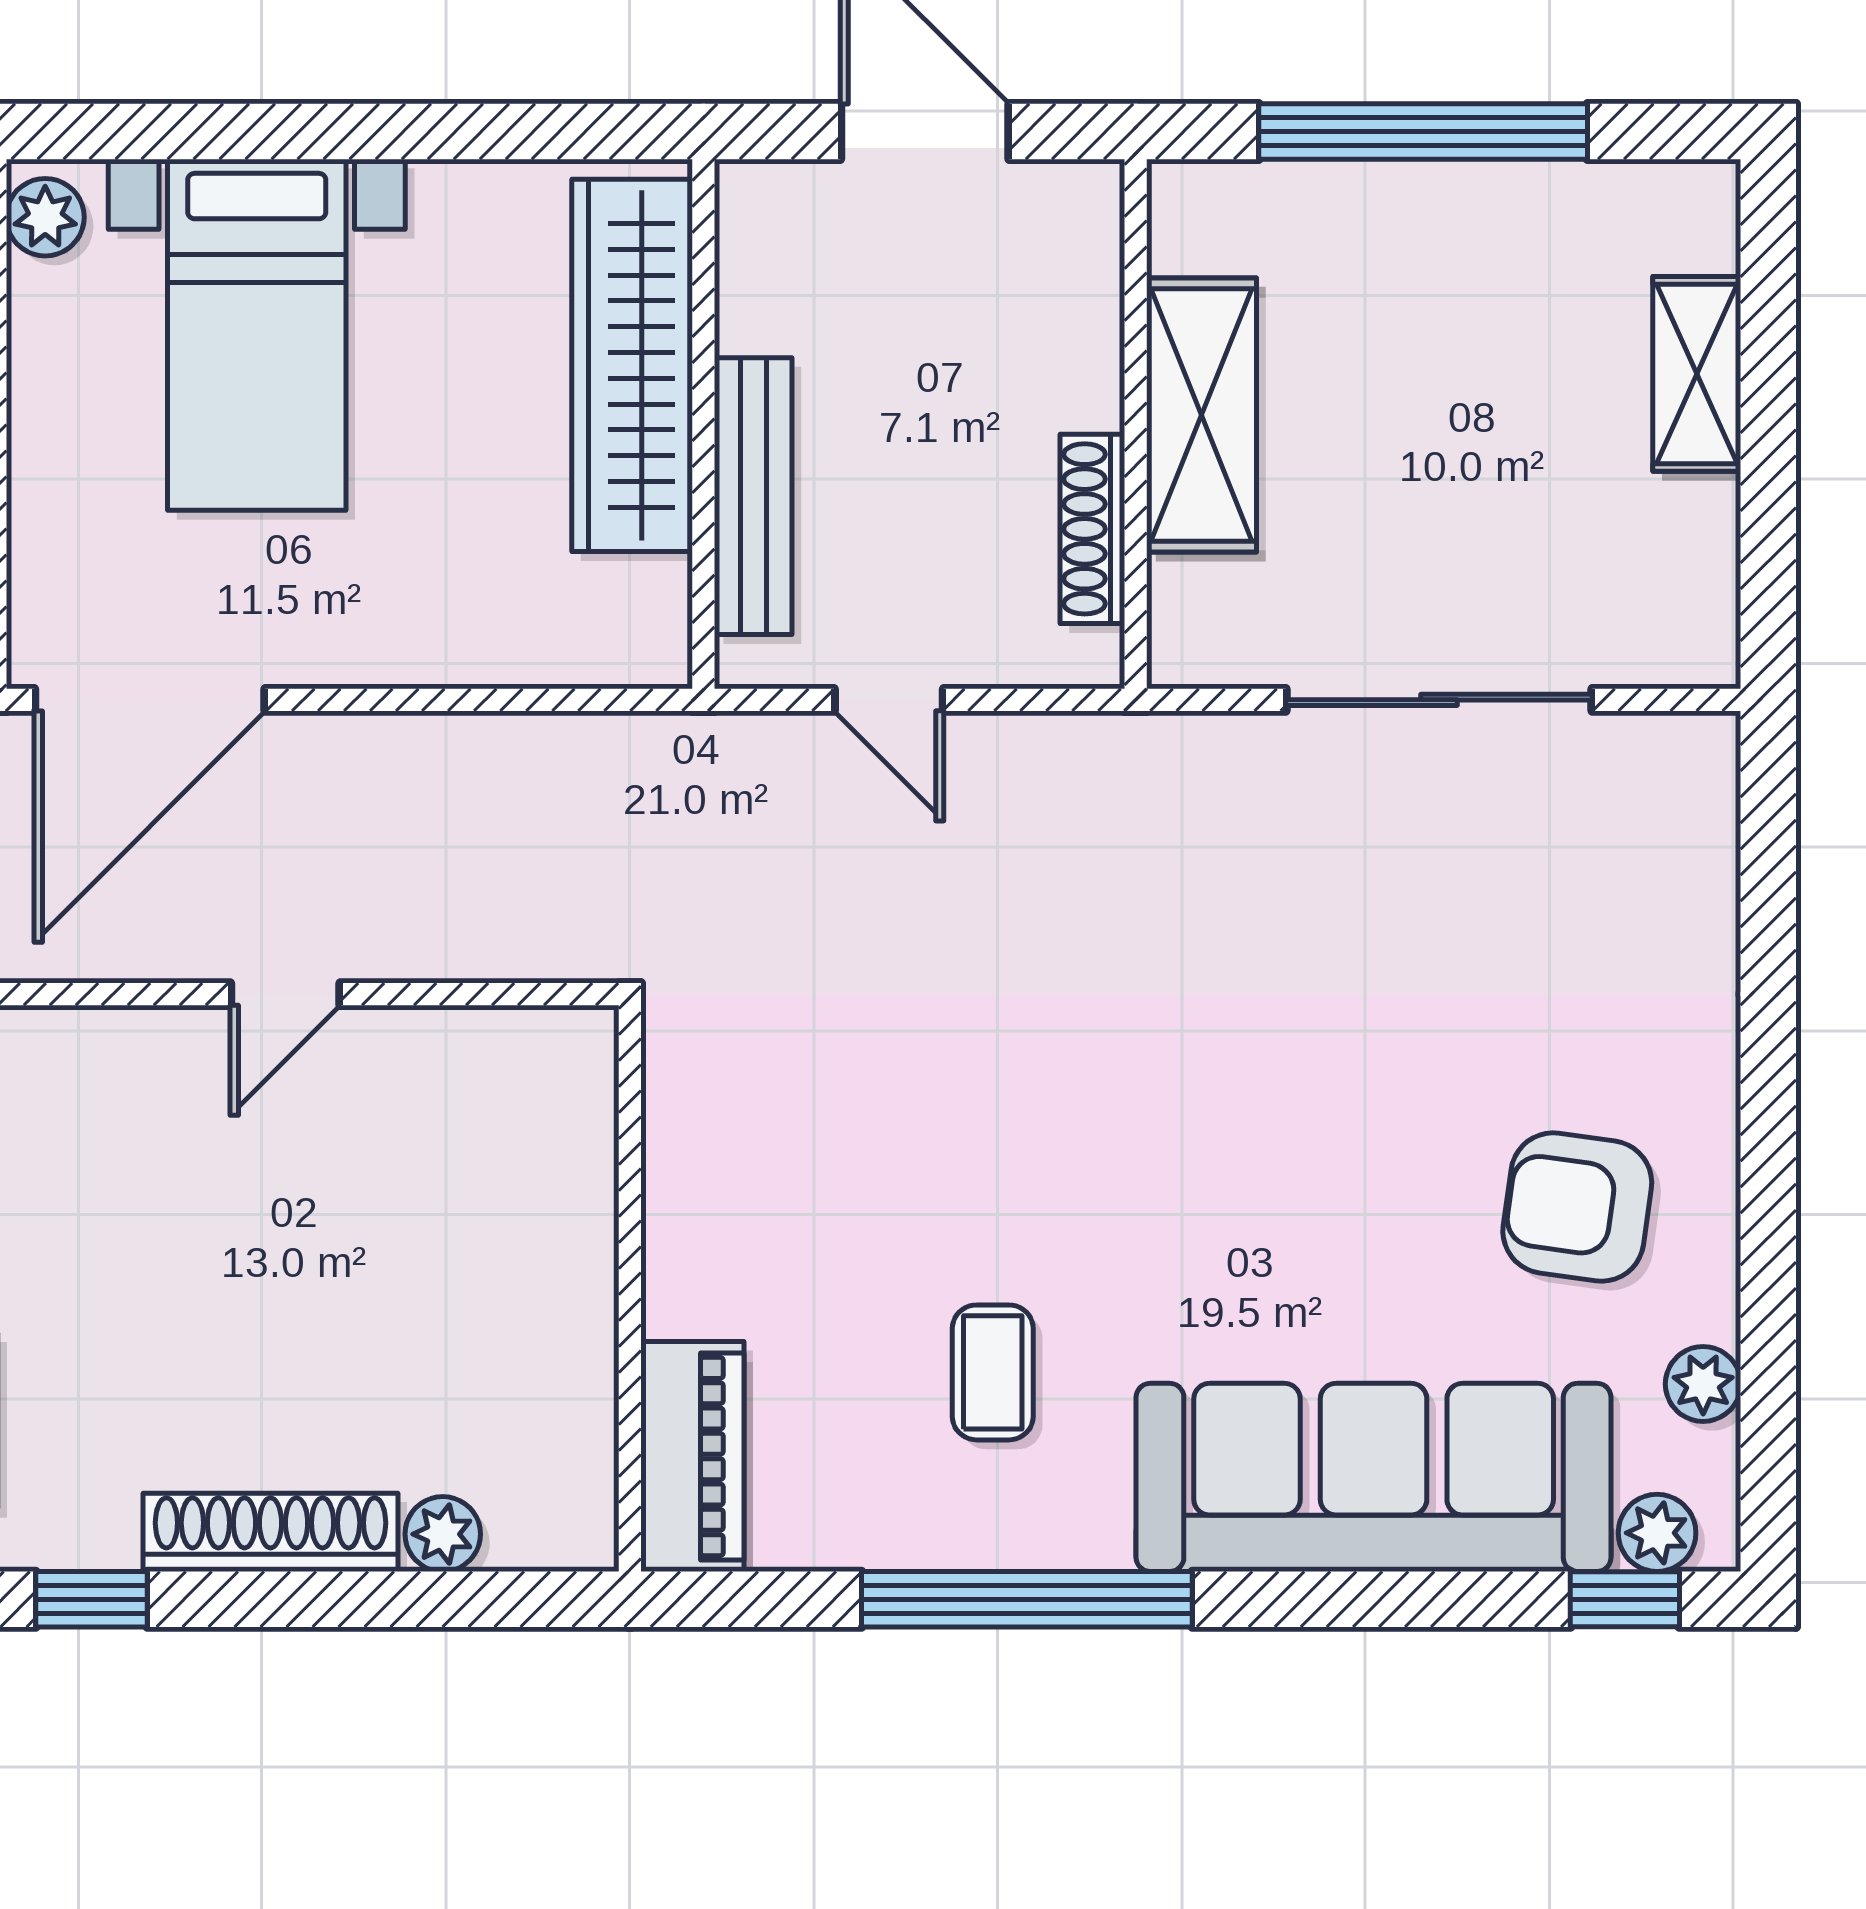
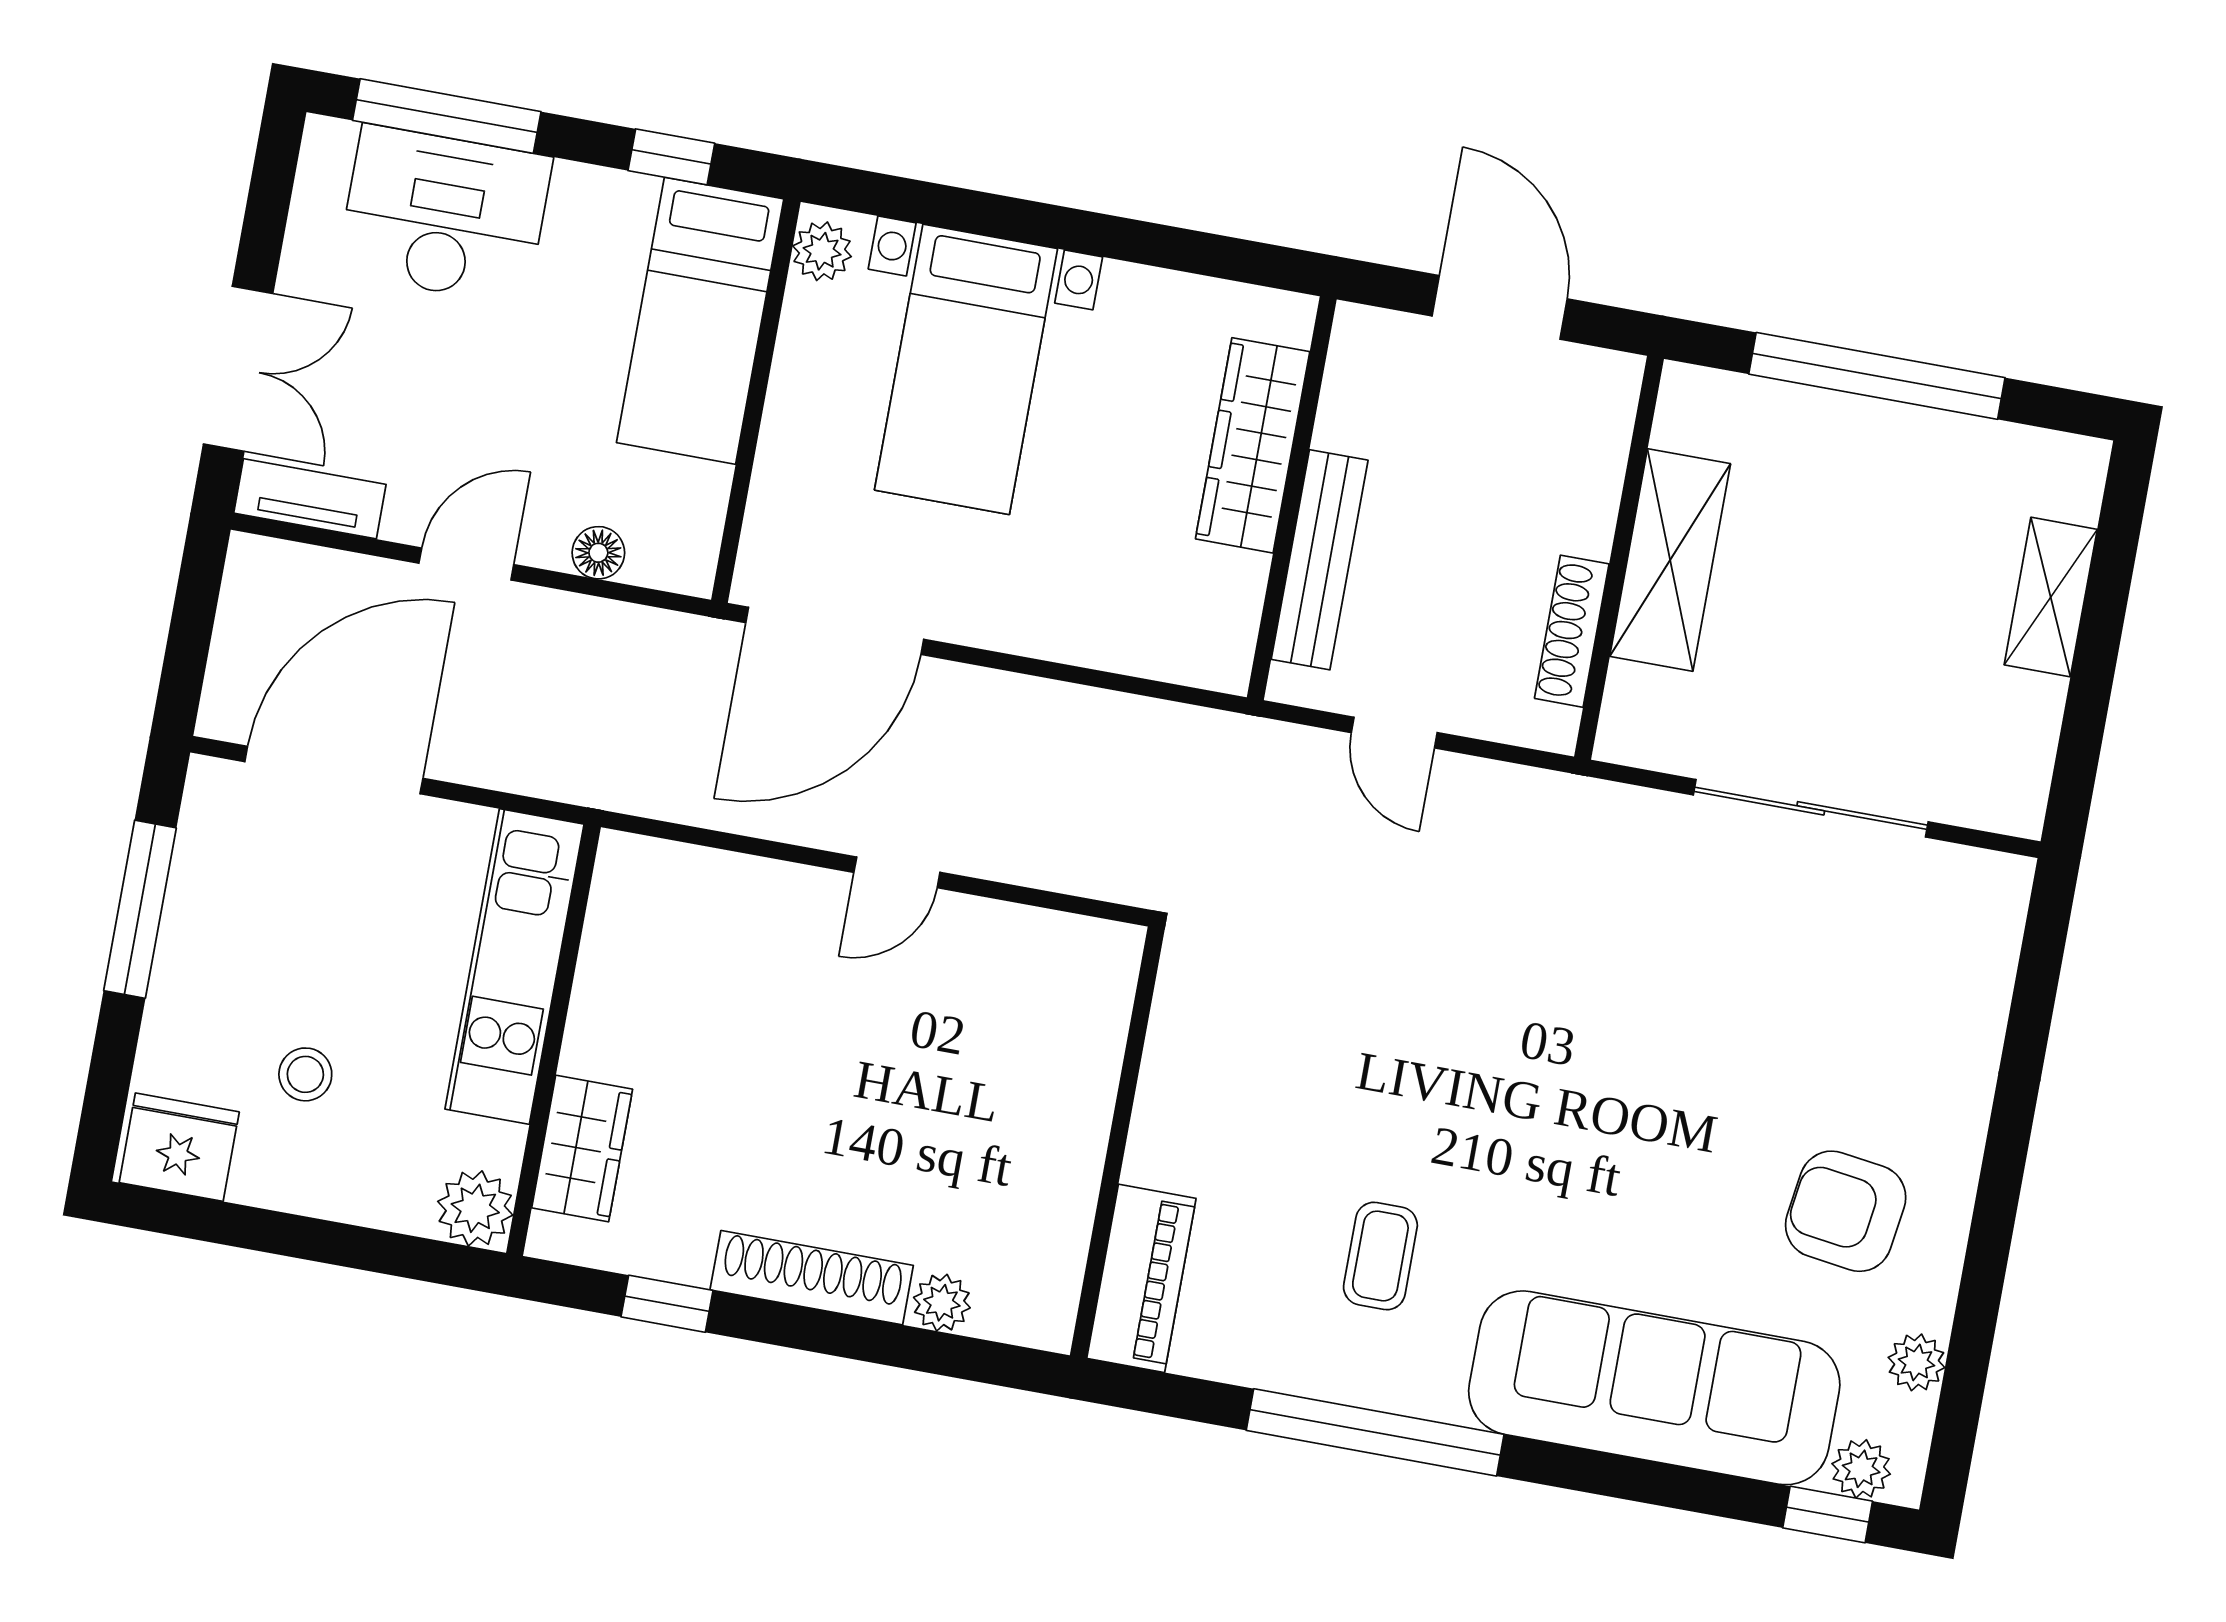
wardrobe: (632, 365) -> (1253, 445), width x0.71, depth x0.85

